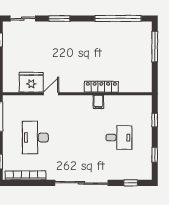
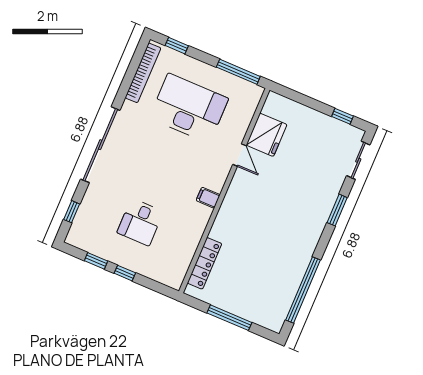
window: (155, 47) -> (229, 318), moved
locker: (101, 87) -> (205, 263), moved
filing cabinet: (98, 102) -> (208, 198), moved
window: (155, 120) -> (125, 273), moved
desk: (35, 138) -> (189, 108), width x1.36, depth x1.30

